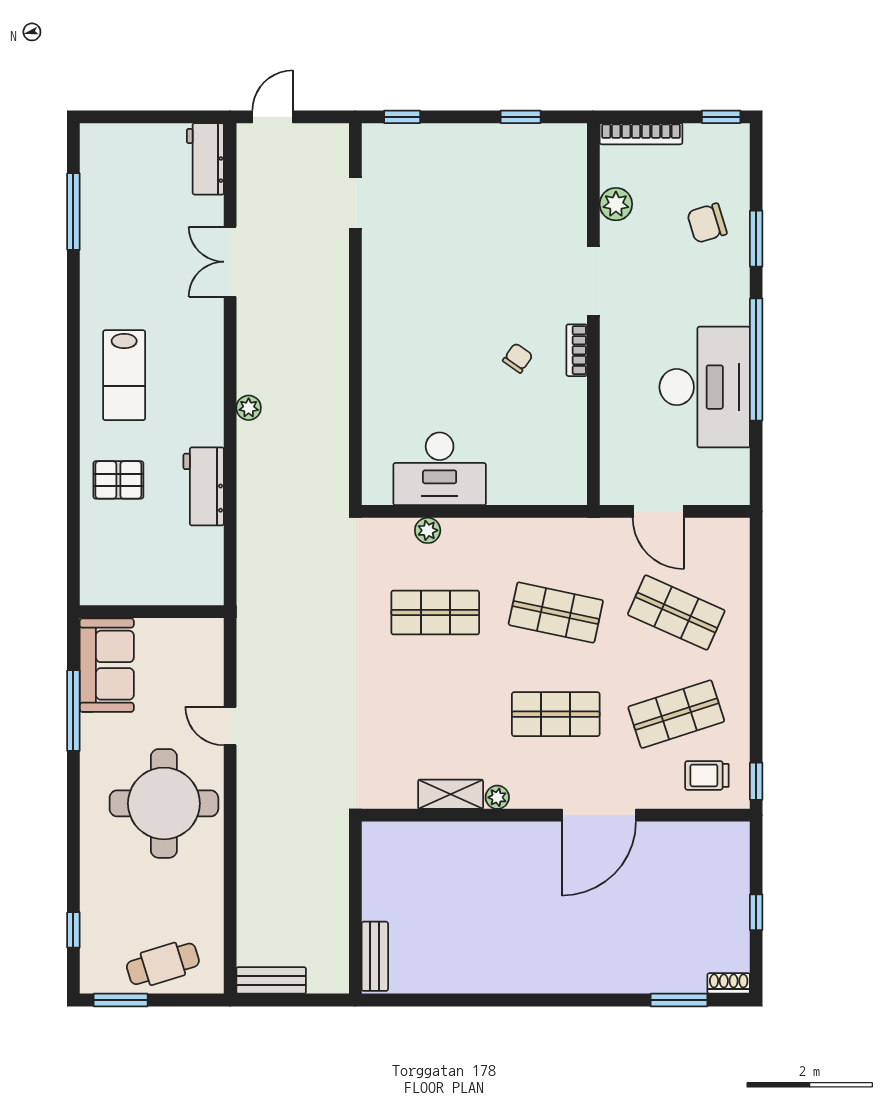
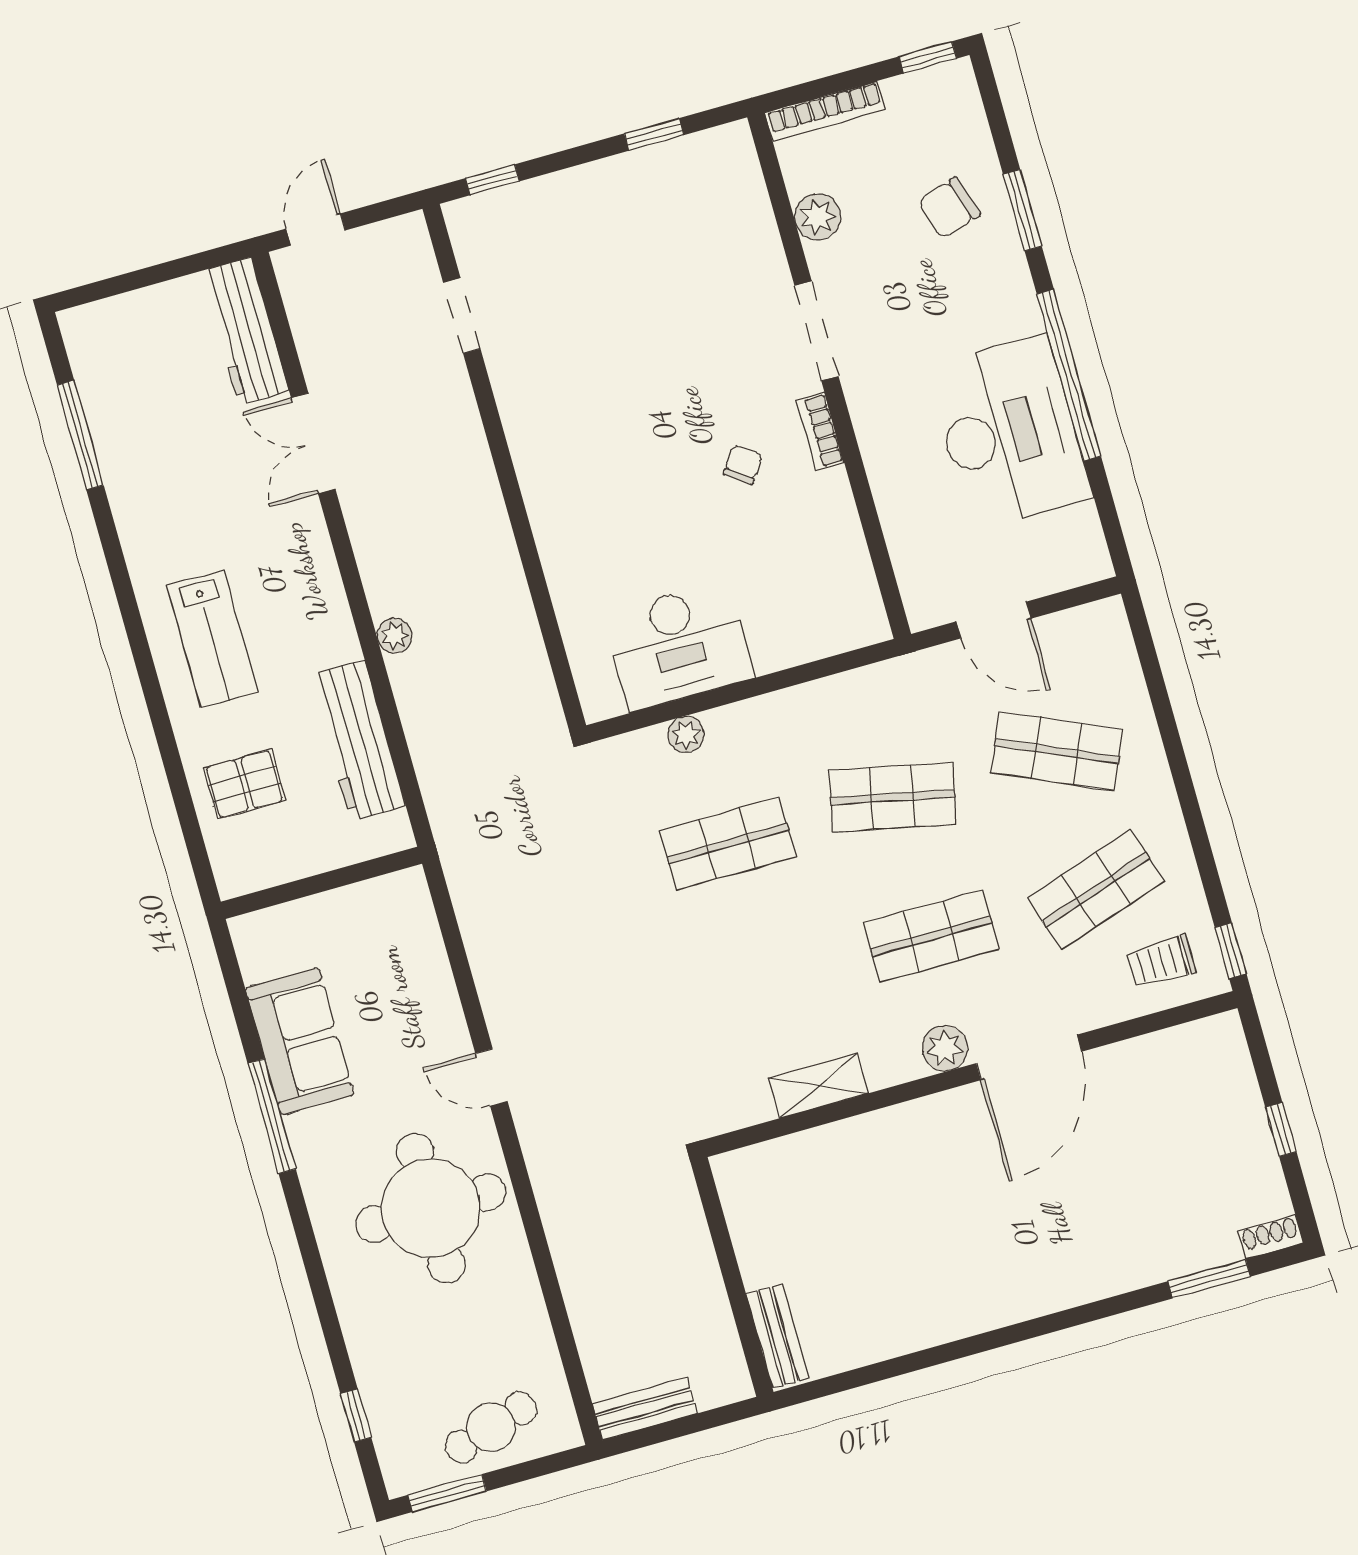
workbench: (205, 159) -> (245, 331), width x1.38
workbench: (204, 486) -> (358, 740), width x1.37
wall: (152, 612) -> (321, 883), moved
plant: (497, 797) -> (945, 1048), moved, width x1.38, depth x1.38

